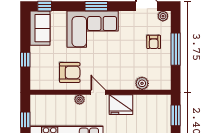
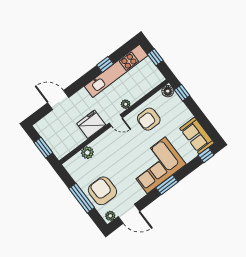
armchair: (154, 42) -> (102, 191), width x1.88, depth x1.88
window: (25, 60) -> (182, 93), moved
floor lamp: (36, 84) -> (168, 91), added

